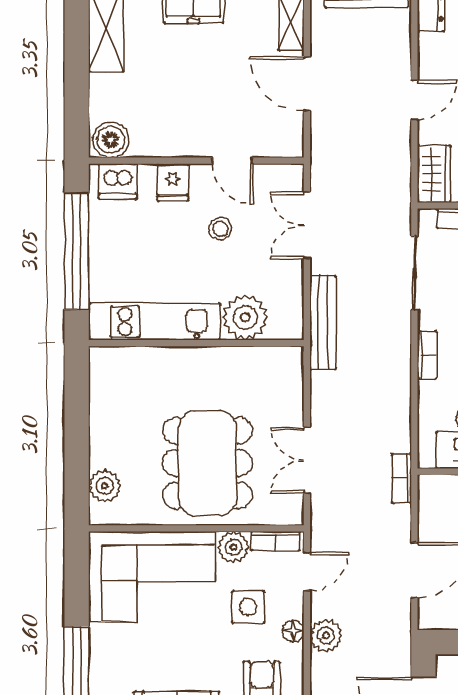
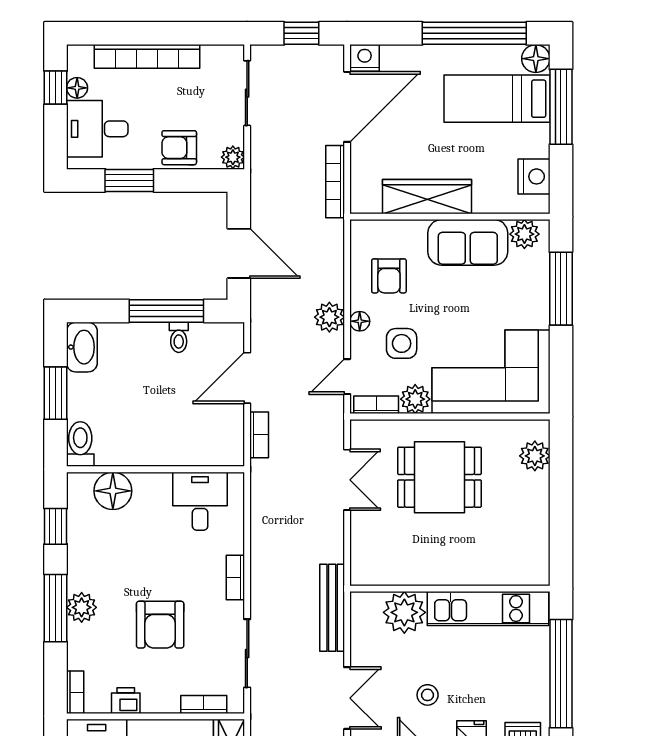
dining table: (207, 463) -> (439, 477), width x0.73
bookcase: (402, 478) -> (259, 435), moved

